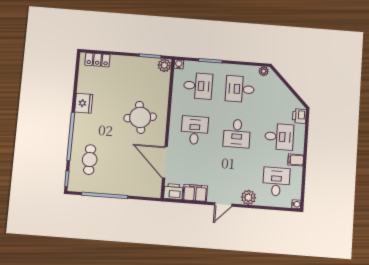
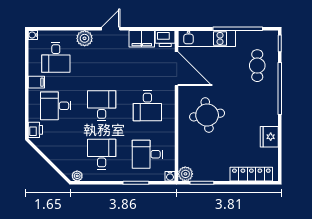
locker: (97, 60) -> (251, 174), width x1.53
desk: (240, 89) -> (102, 154), turned -90
fridge: (84, 103) -> (269, 137), moved
kitchen unit: (134, 189) -> (207, 38), added

